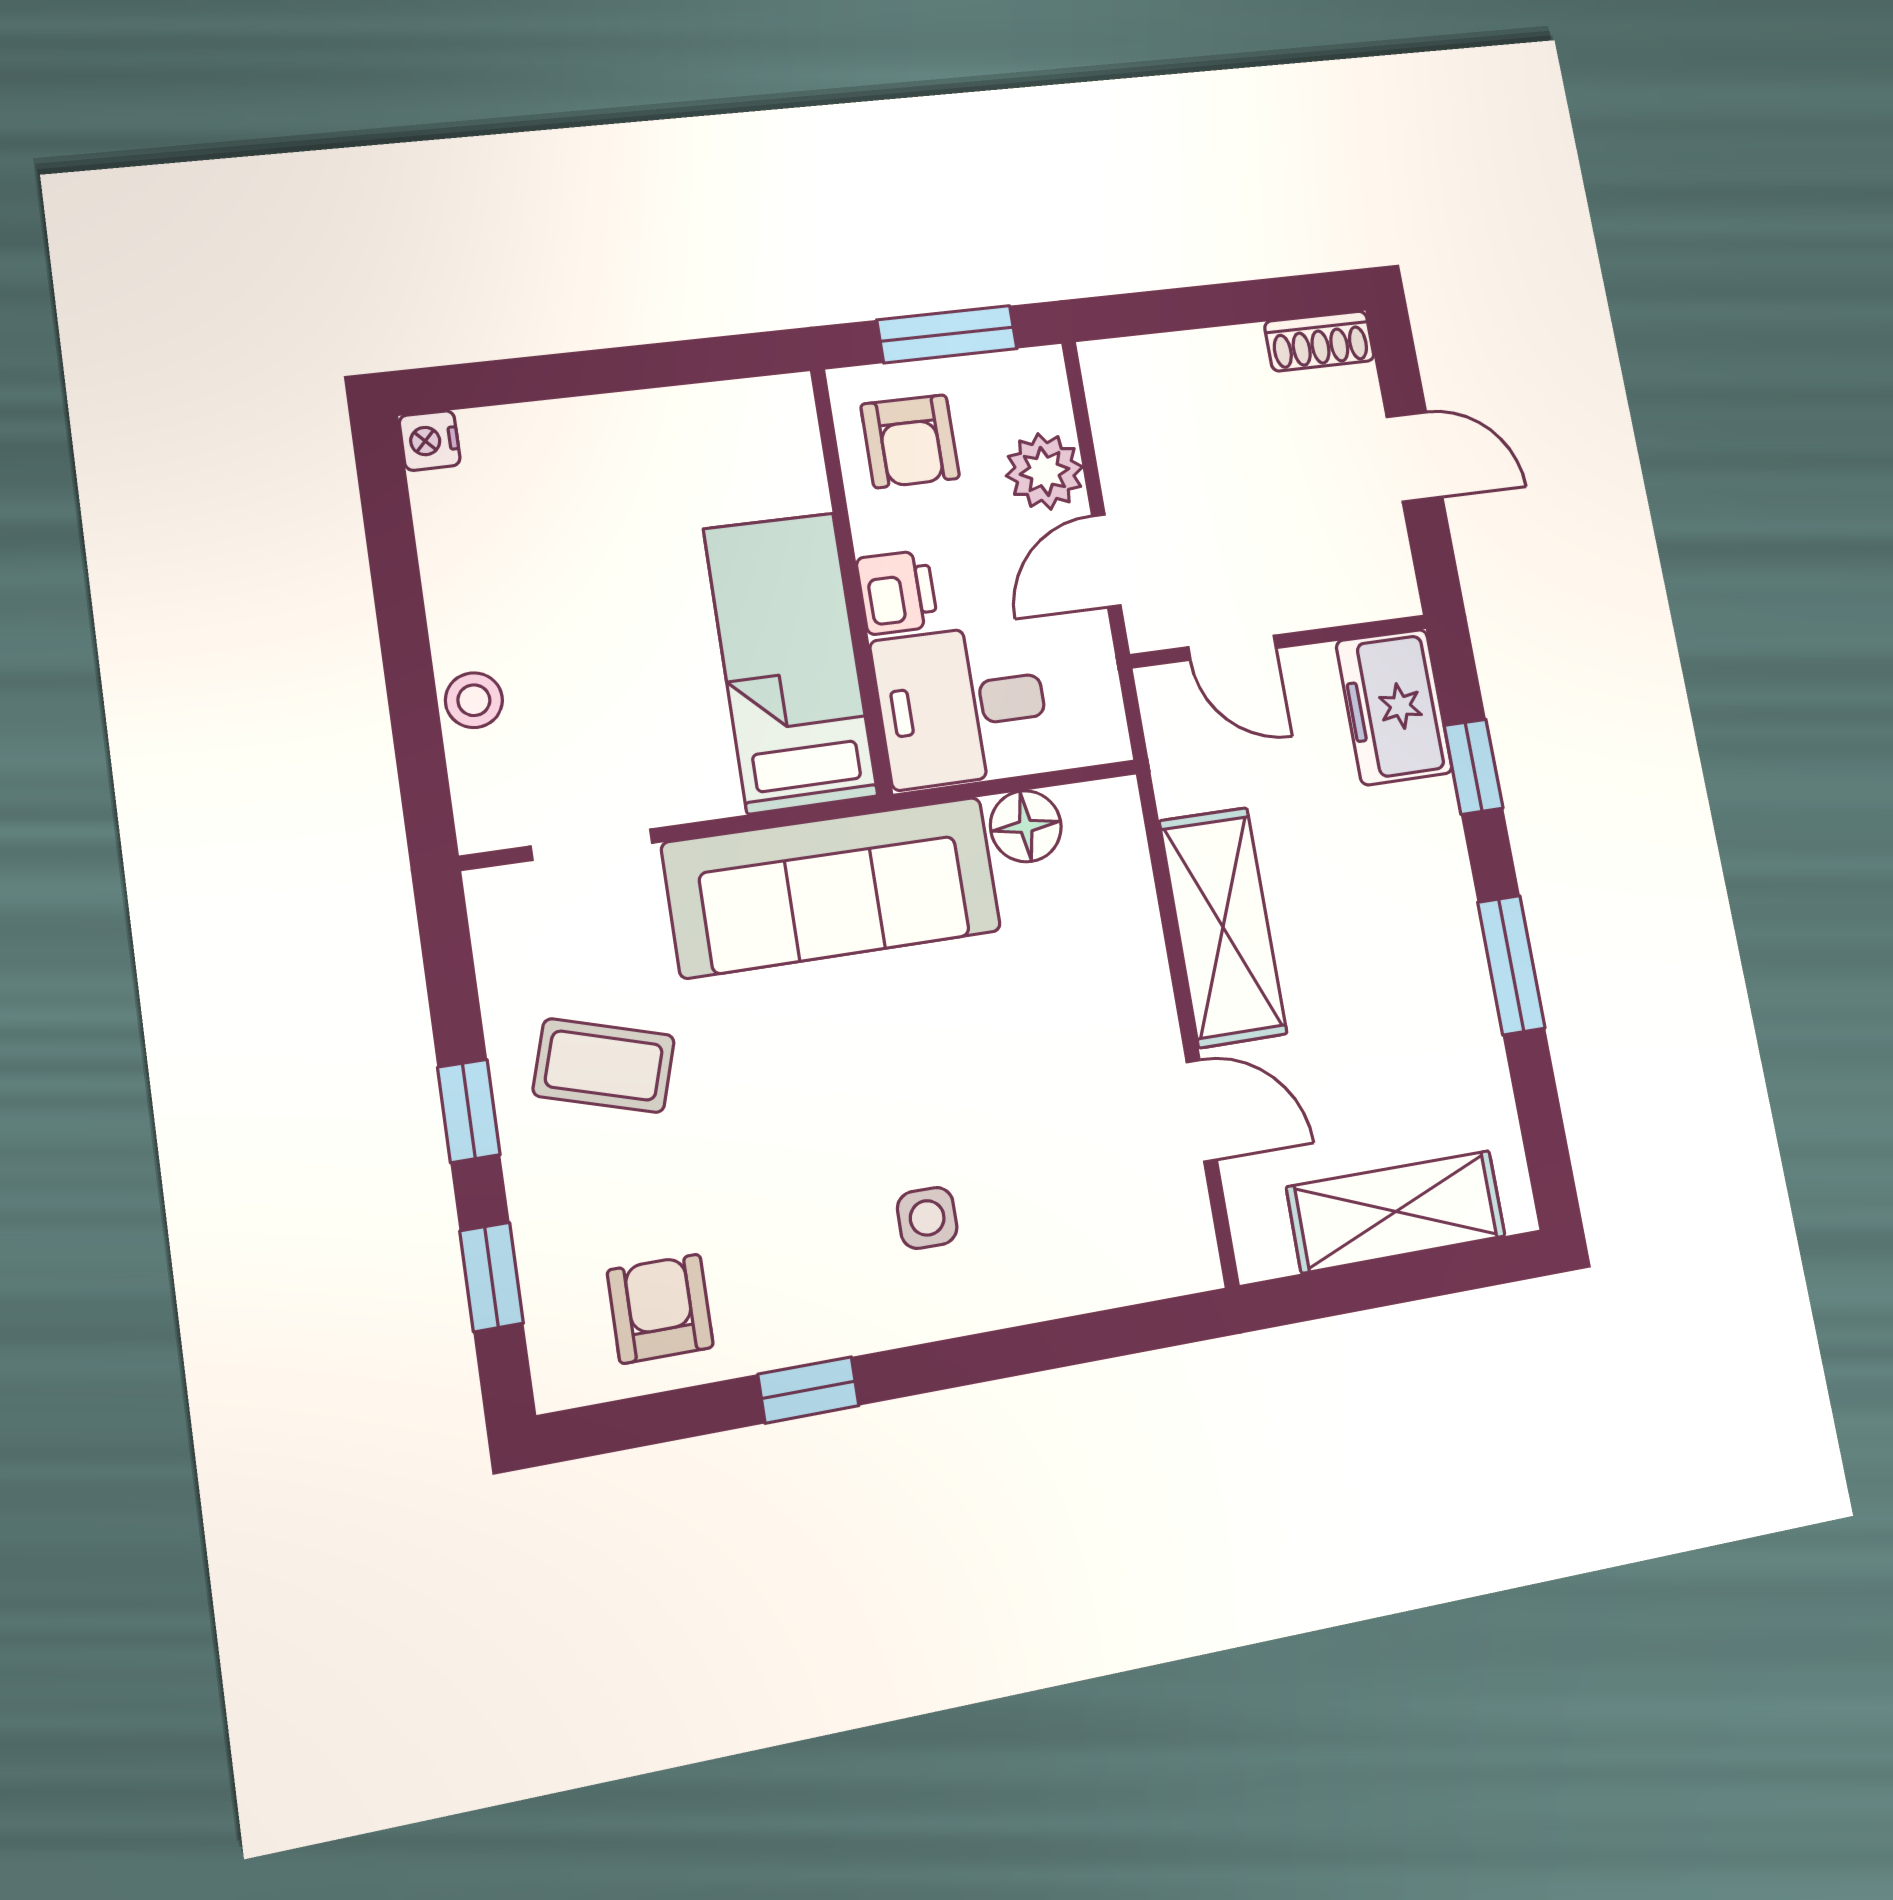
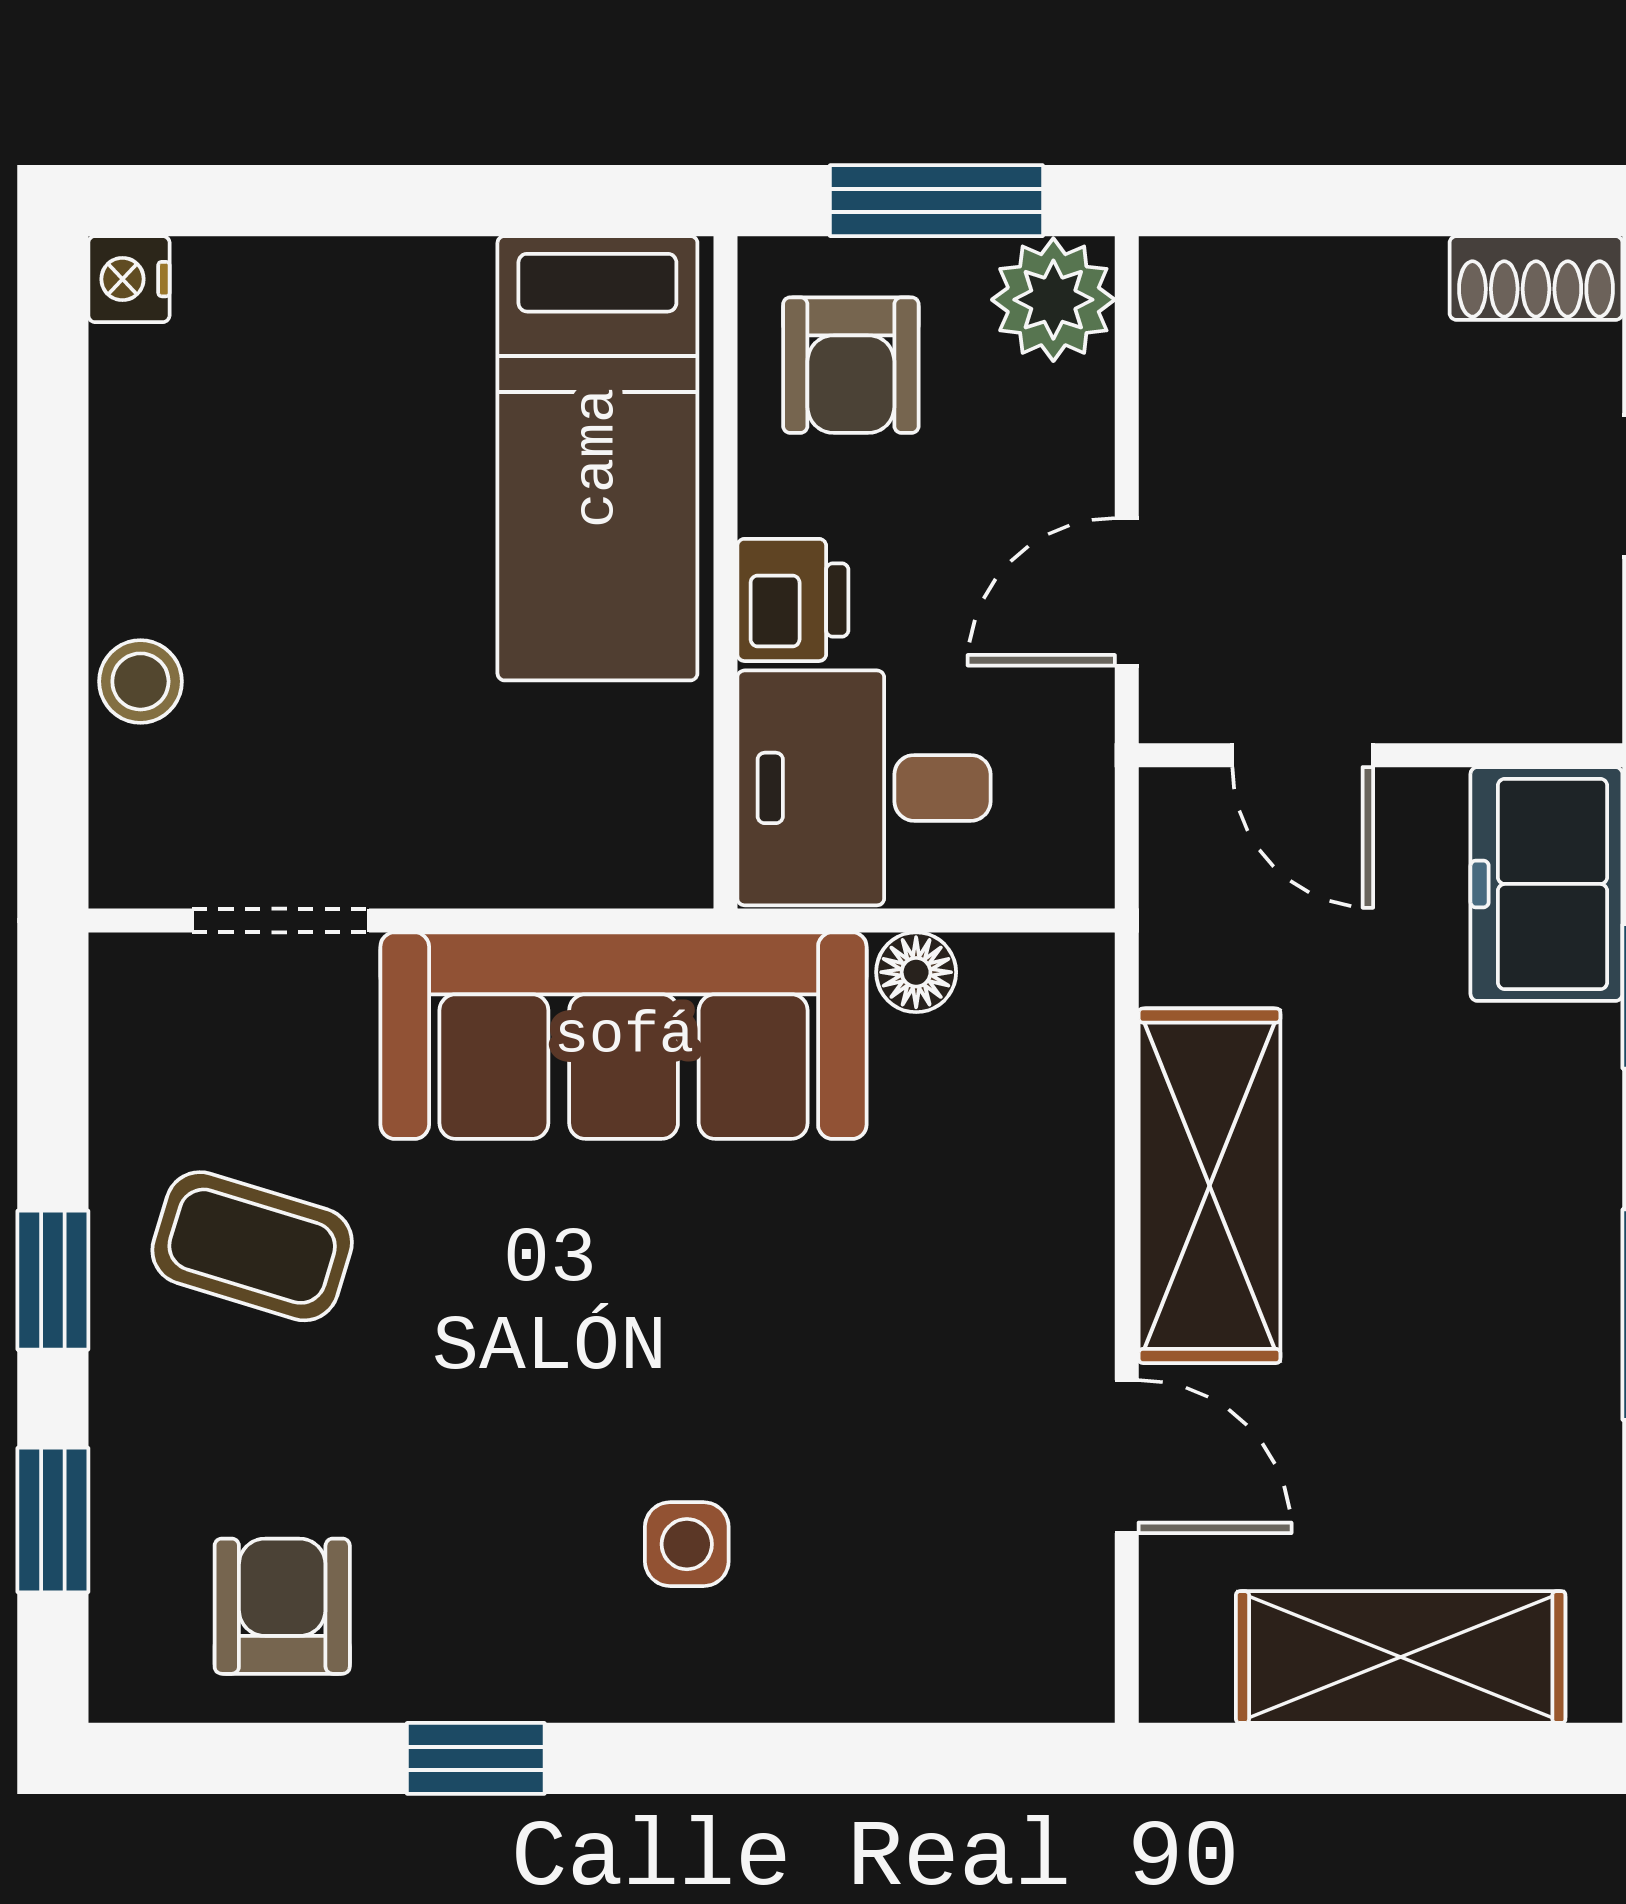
plant: (1044, 471) -> (1053, 300), moved
bed: (790, 662) -> (597, 458), moved, turned 180
floor lamp: (1026, 826) -> (916, 972), width x0.73, depth x0.73

